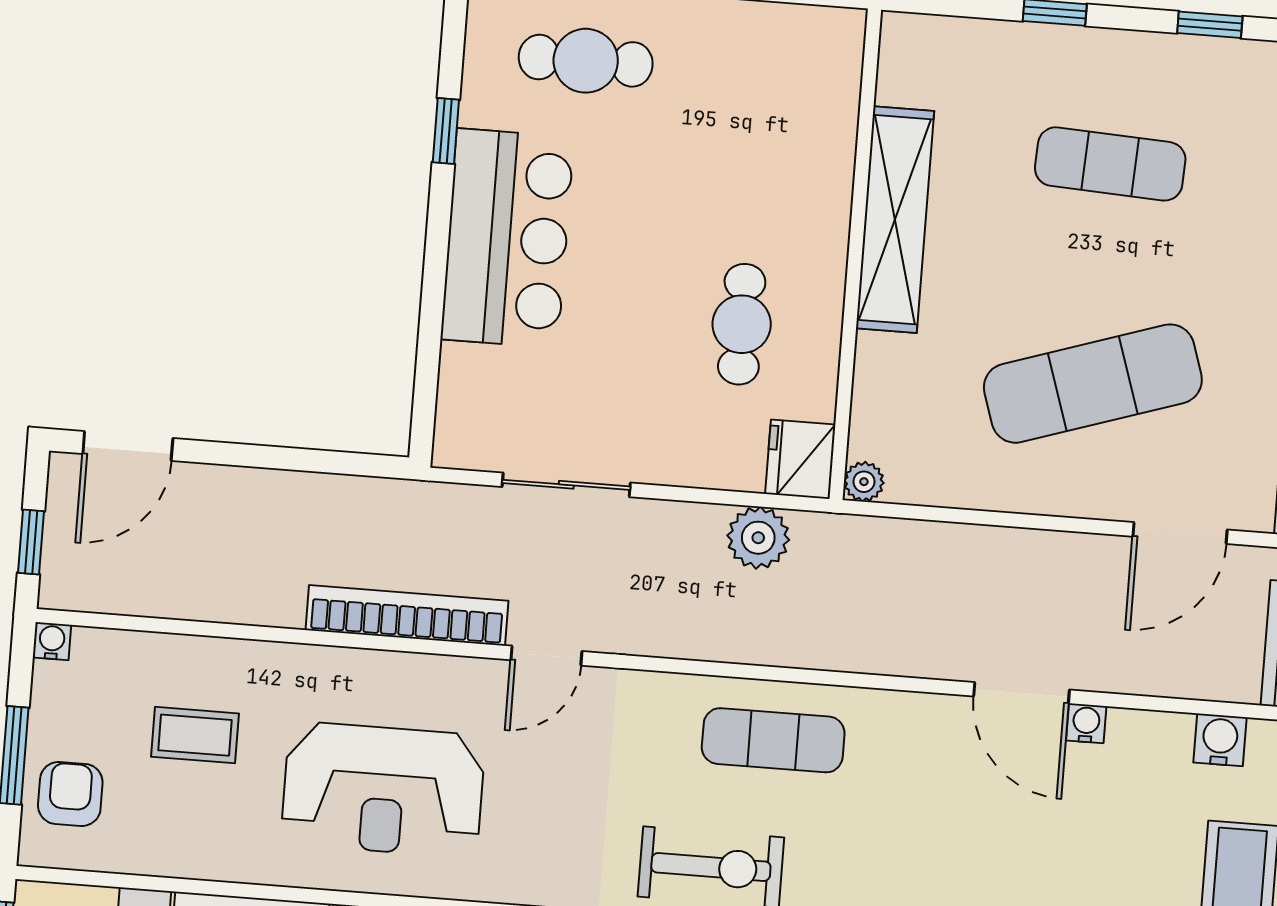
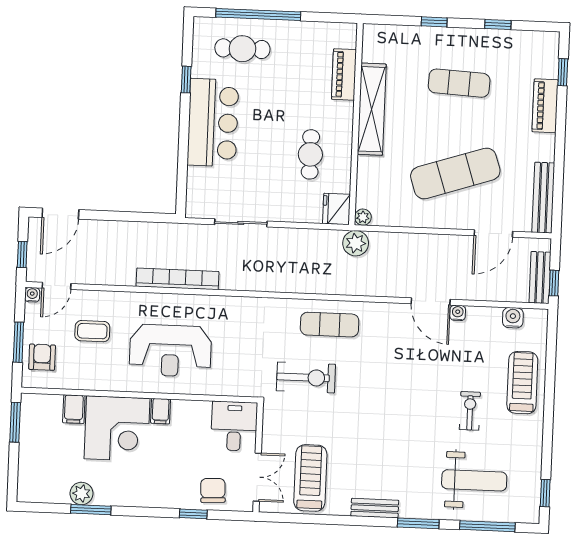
piano: (831, 133) -> (344, 74), added
plant: (758, 538) -> (356, 243), moved
door: (546, 656) -> (56, 286), moved

